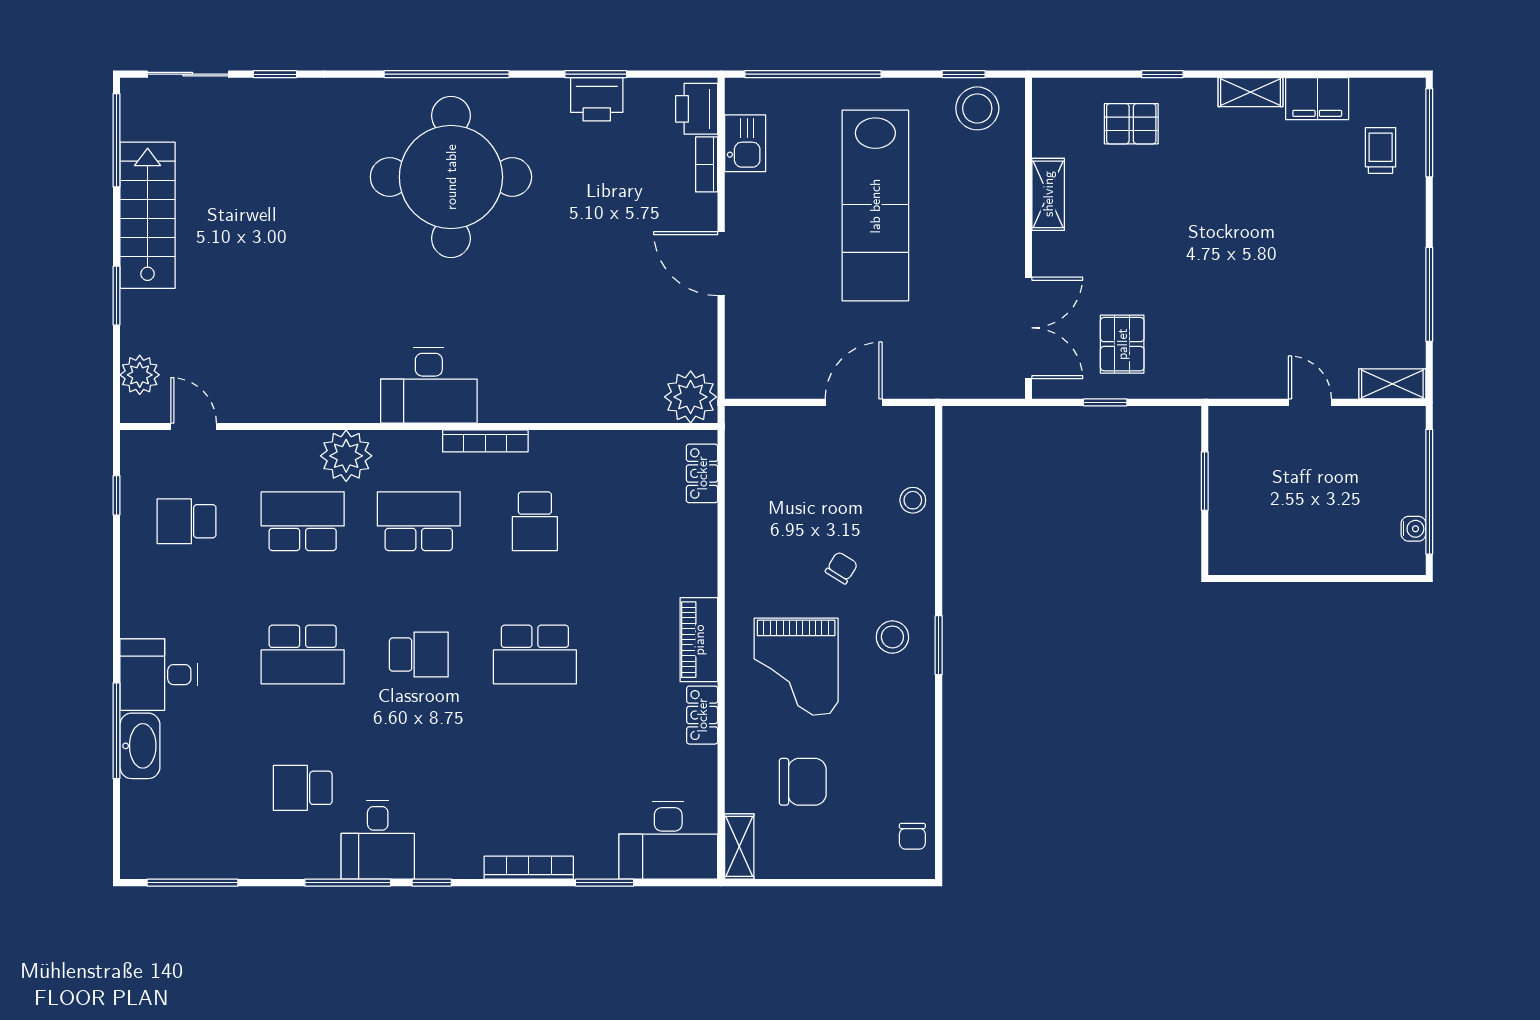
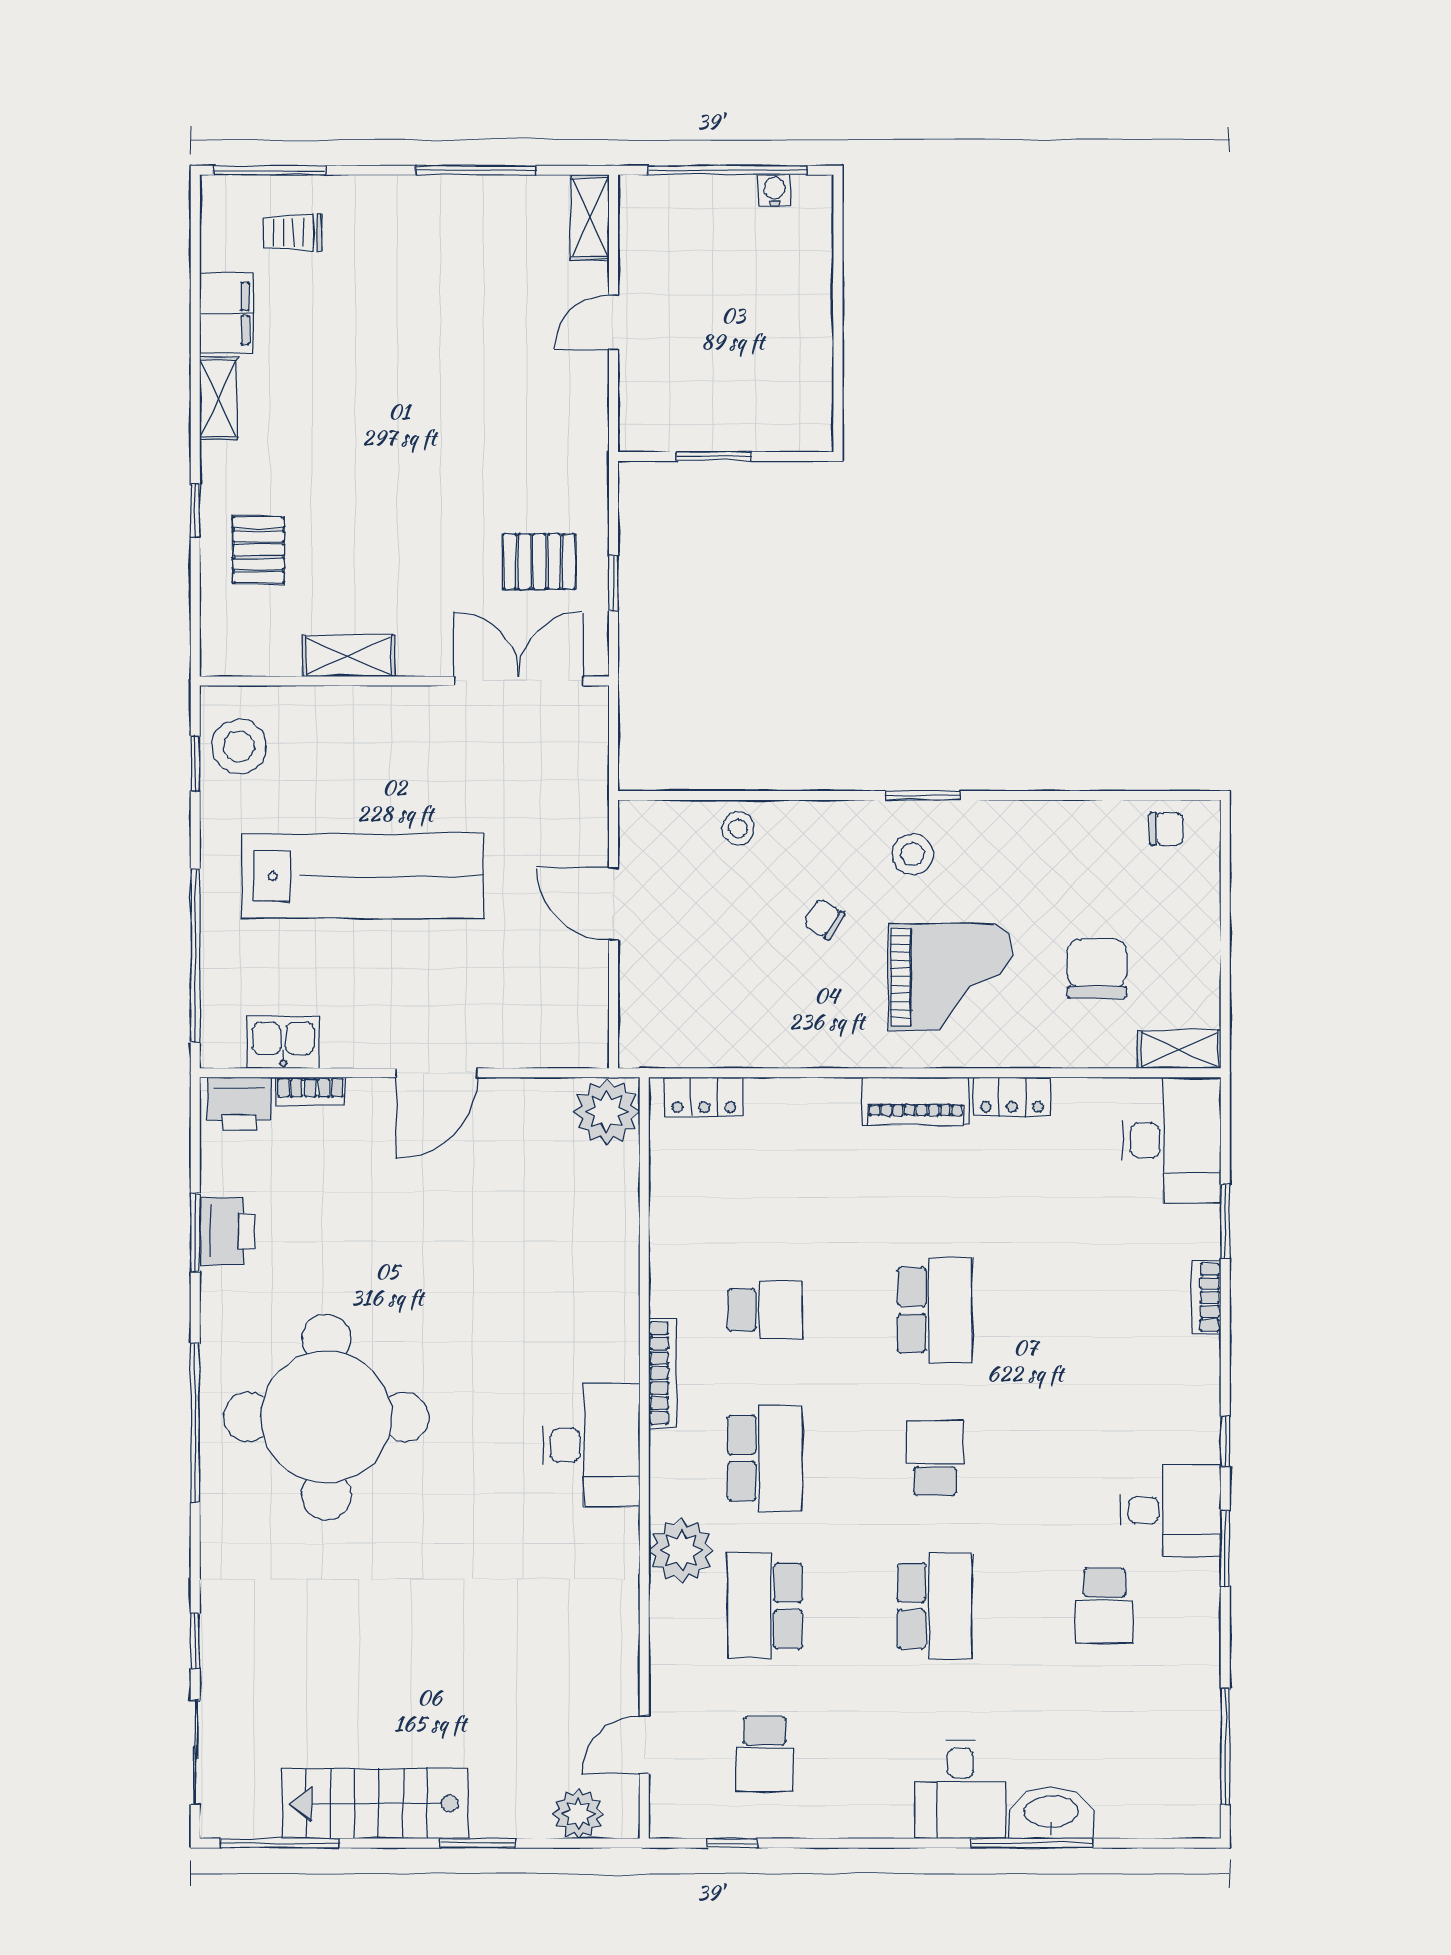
school desk: (419, 521) -> (765, 1458), turned 180
bookcase: (529, 868) -> (1206, 1297), width x0.64
window: (348, 883) -> (1225, 1548), width x0.69

